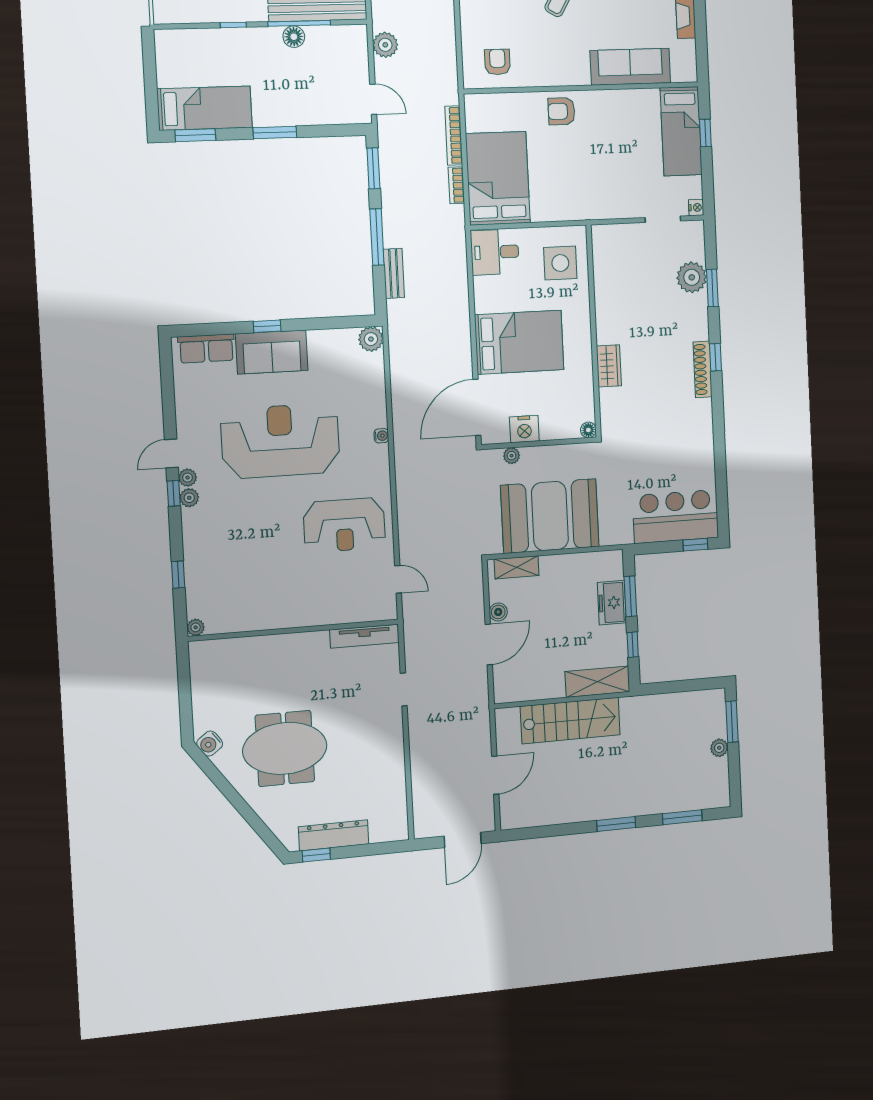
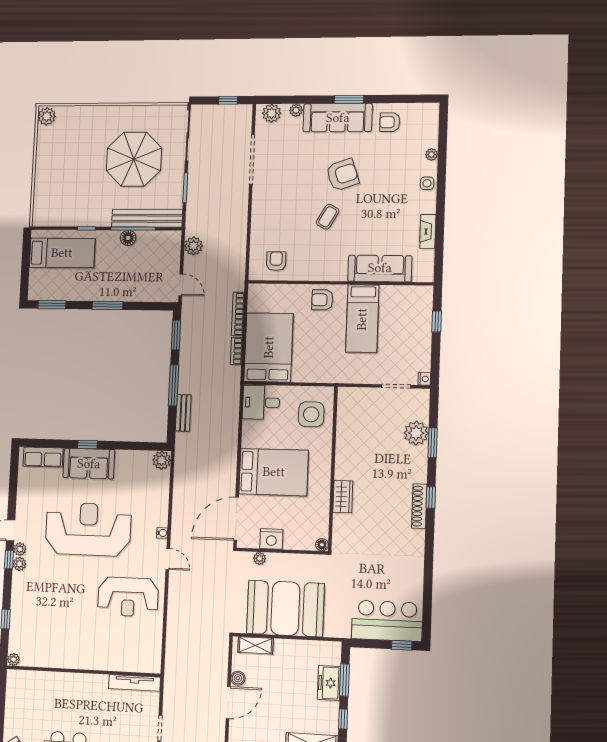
bed: (205, 108) -> (62, 253), moved
bed: (681, 131) -> (362, 319), moved
door: (398, 579) -> (168, 559), moved

